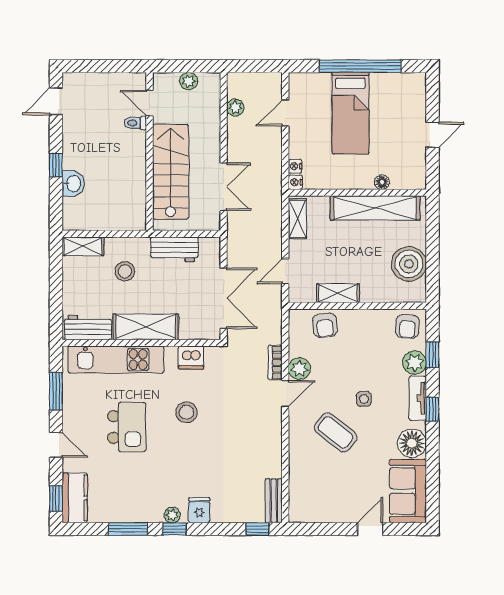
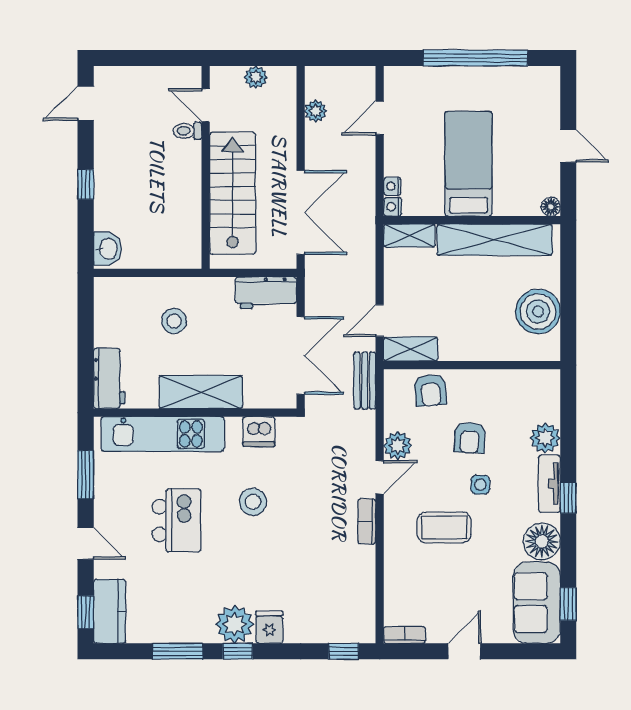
bed: (350, 113) -> (468, 164), moved, turned 180
door: (432, 135) -> (568, 146), hinge flipped
floor lamp: (382, 182) -> (551, 207), moved
washbasin: (73, 184) -> (108, 249), moved
double door: (224, 187) -> (301, 213), width x1.37
shelving: (297, 219) -> (409, 236), moved, turned 90
shelving: (83, 246) -> (120, 289), removed
workbench: (174, 249) -> (266, 293), moved
shelving: (338, 293) -> (411, 349), moved
armchair: (407, 326) -> (470, 438), moved
workbench: (88, 328) -> (109, 378), moved, turned 90
window: (432, 355) -> (568, 604), moved
bookcase: (275, 362) -> (367, 521), moved
coffee table: (336, 432) -> (444, 527), turned -38
bench: (274, 501) -> (365, 381), moved
plant: (172, 515) -> (235, 624), width x1.88, depth x1.88
bookcase: (305, 516) -> (405, 635), added
door: (370, 529) -> (464, 651), moved

